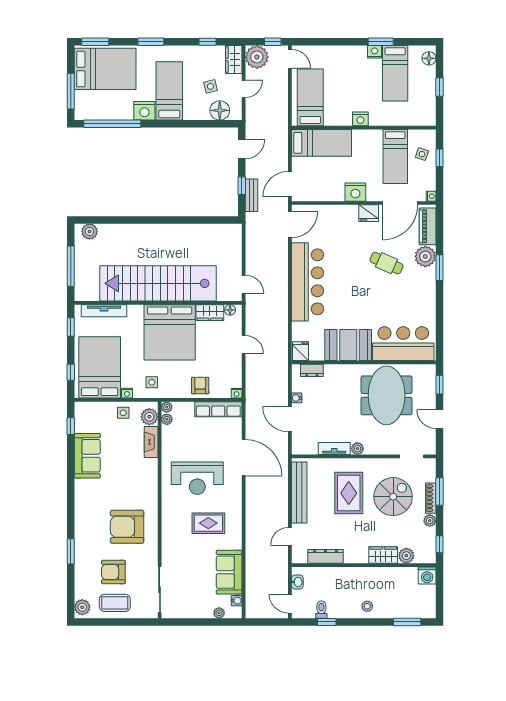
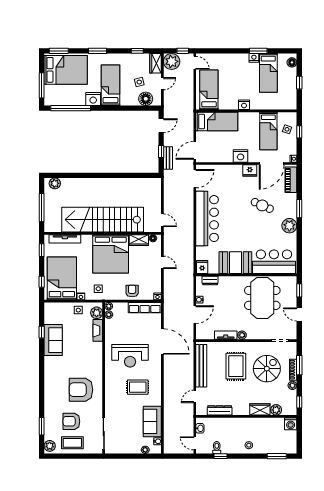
plant: (425, 256) -> (289, 226), moved
door: (290, 419) -> (195, 315), swing flipped
window: (71, 426) -> (42, 332), moved
window: (71, 551) -> (42, 426), moved

